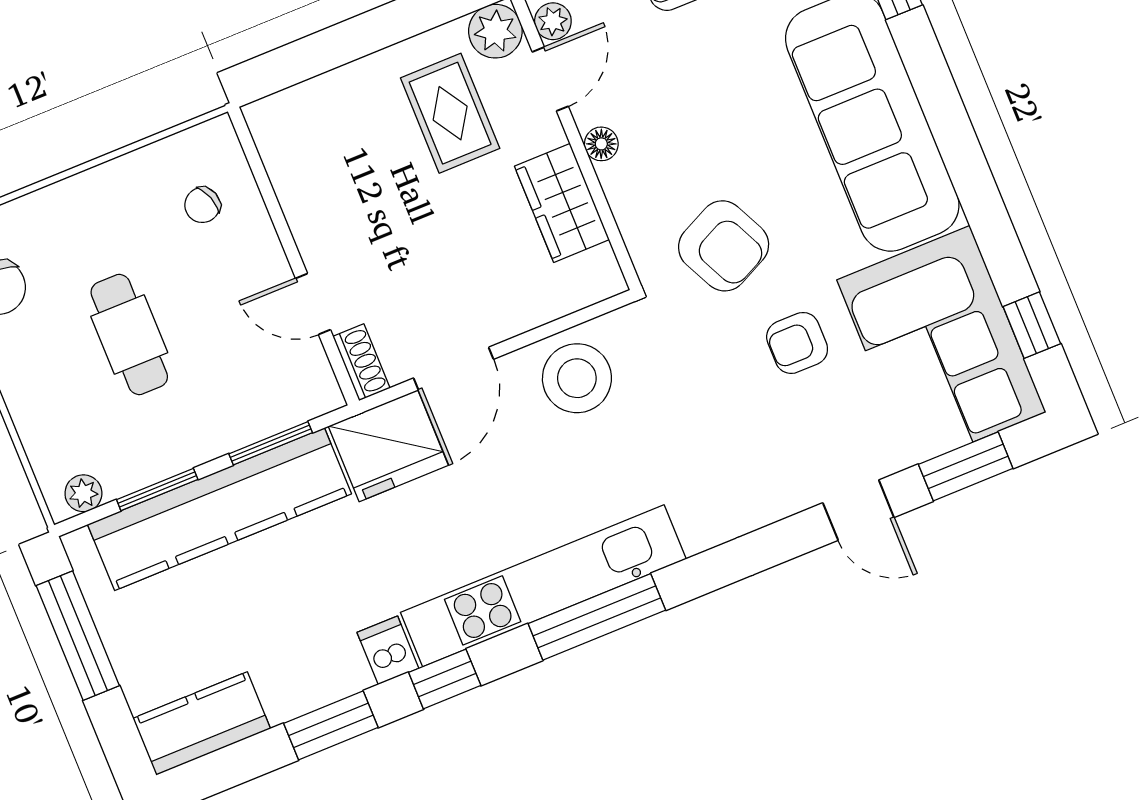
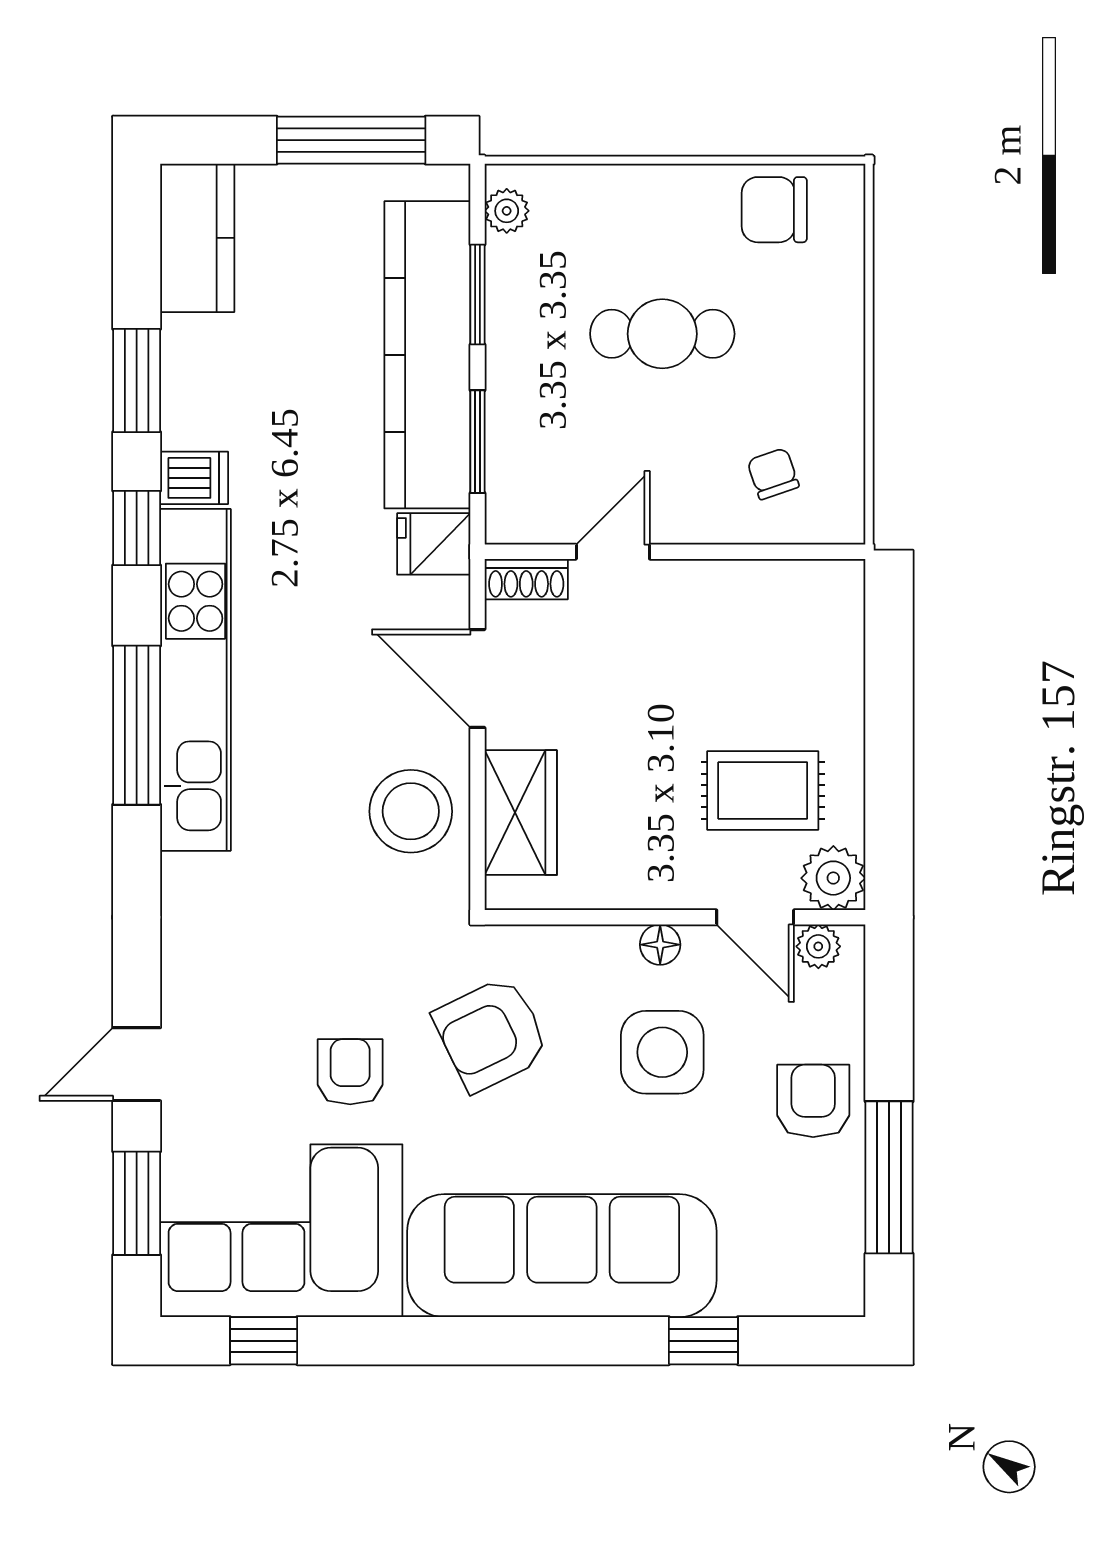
side table: (684, 108) -> (662, 1052), added
wardrobe: (562, 203) -> (521, 813), moved, turned 90
fridge: (388, 446) -> (434, 544), width x0.53, depth x0.75

